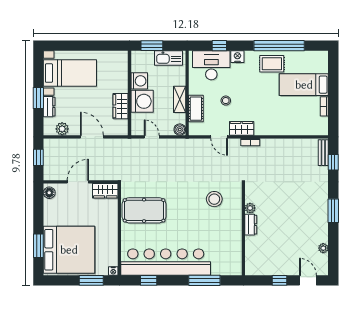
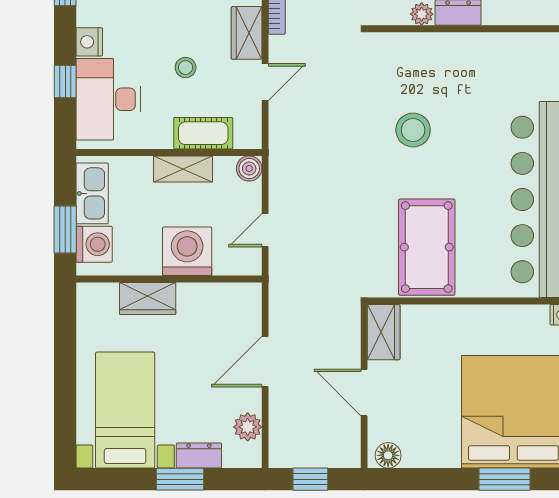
washing machine: (139, 81) -> (94, 244), moved, turned 90
wardrobe: (121, 106) -> (148, 298), moved
stool: (214, 199) -> (413, 130), moved

